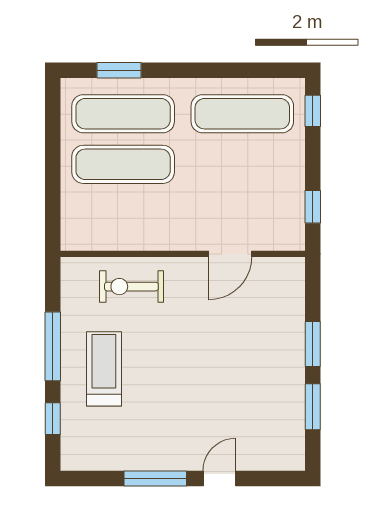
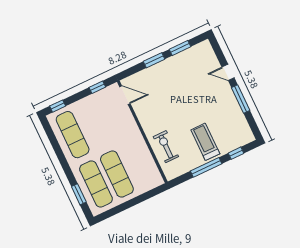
door: (230, 254) -> (125, 95), moved
exercise bike: (131, 287) -> (166, 147), turned 180
treadmill: (104, 369) -> (205, 142), turned 90

